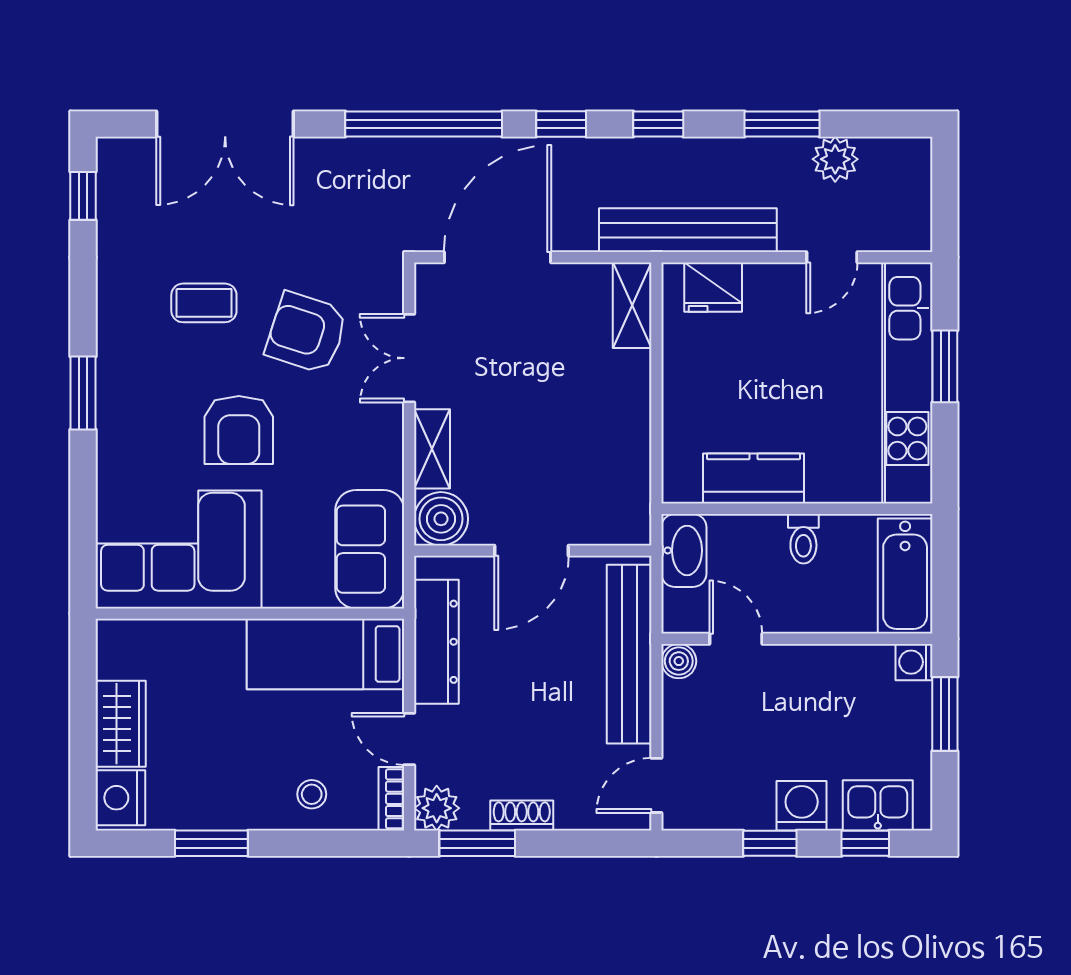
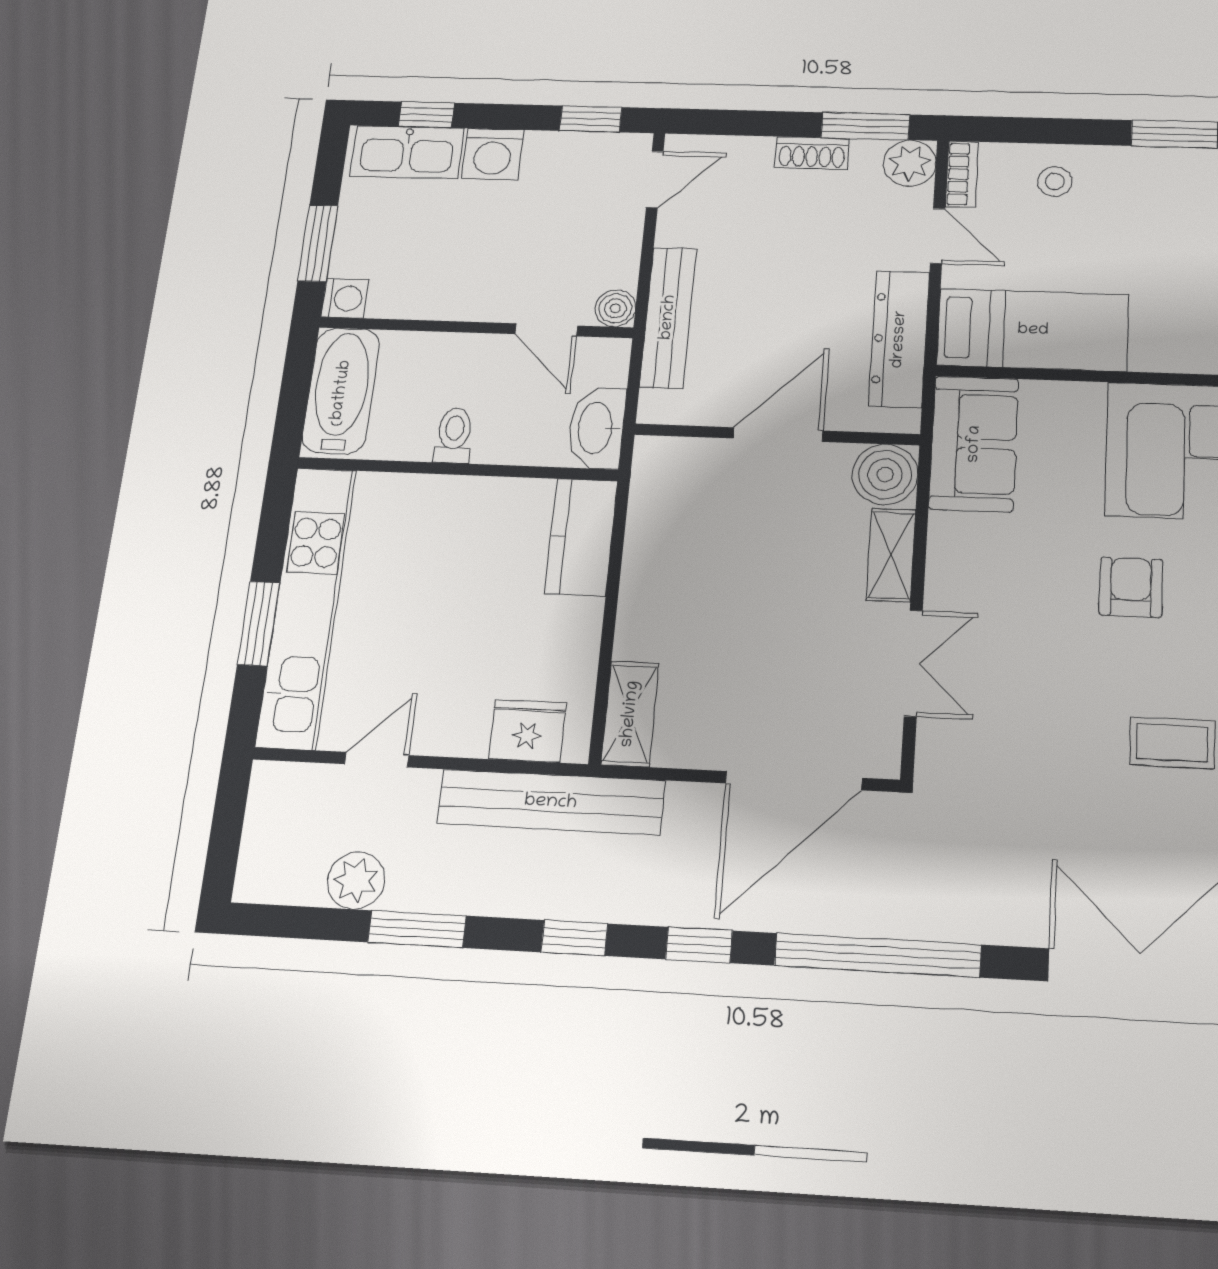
armchair: (307, 333) -> (1042, 700), removed
armchair: (239, 430) -> (1131, 587), width x0.72, depth x0.72
kitchen counter: (754, 479) -> (581, 537), moved, turned 90
bench: (629, 654) -> (668, 317), width x0.73, depth x0.82
kitchen sink: (878, 805) -> (407, 152), width x1.38
window: (770, 843) -> (591, 119), moved

